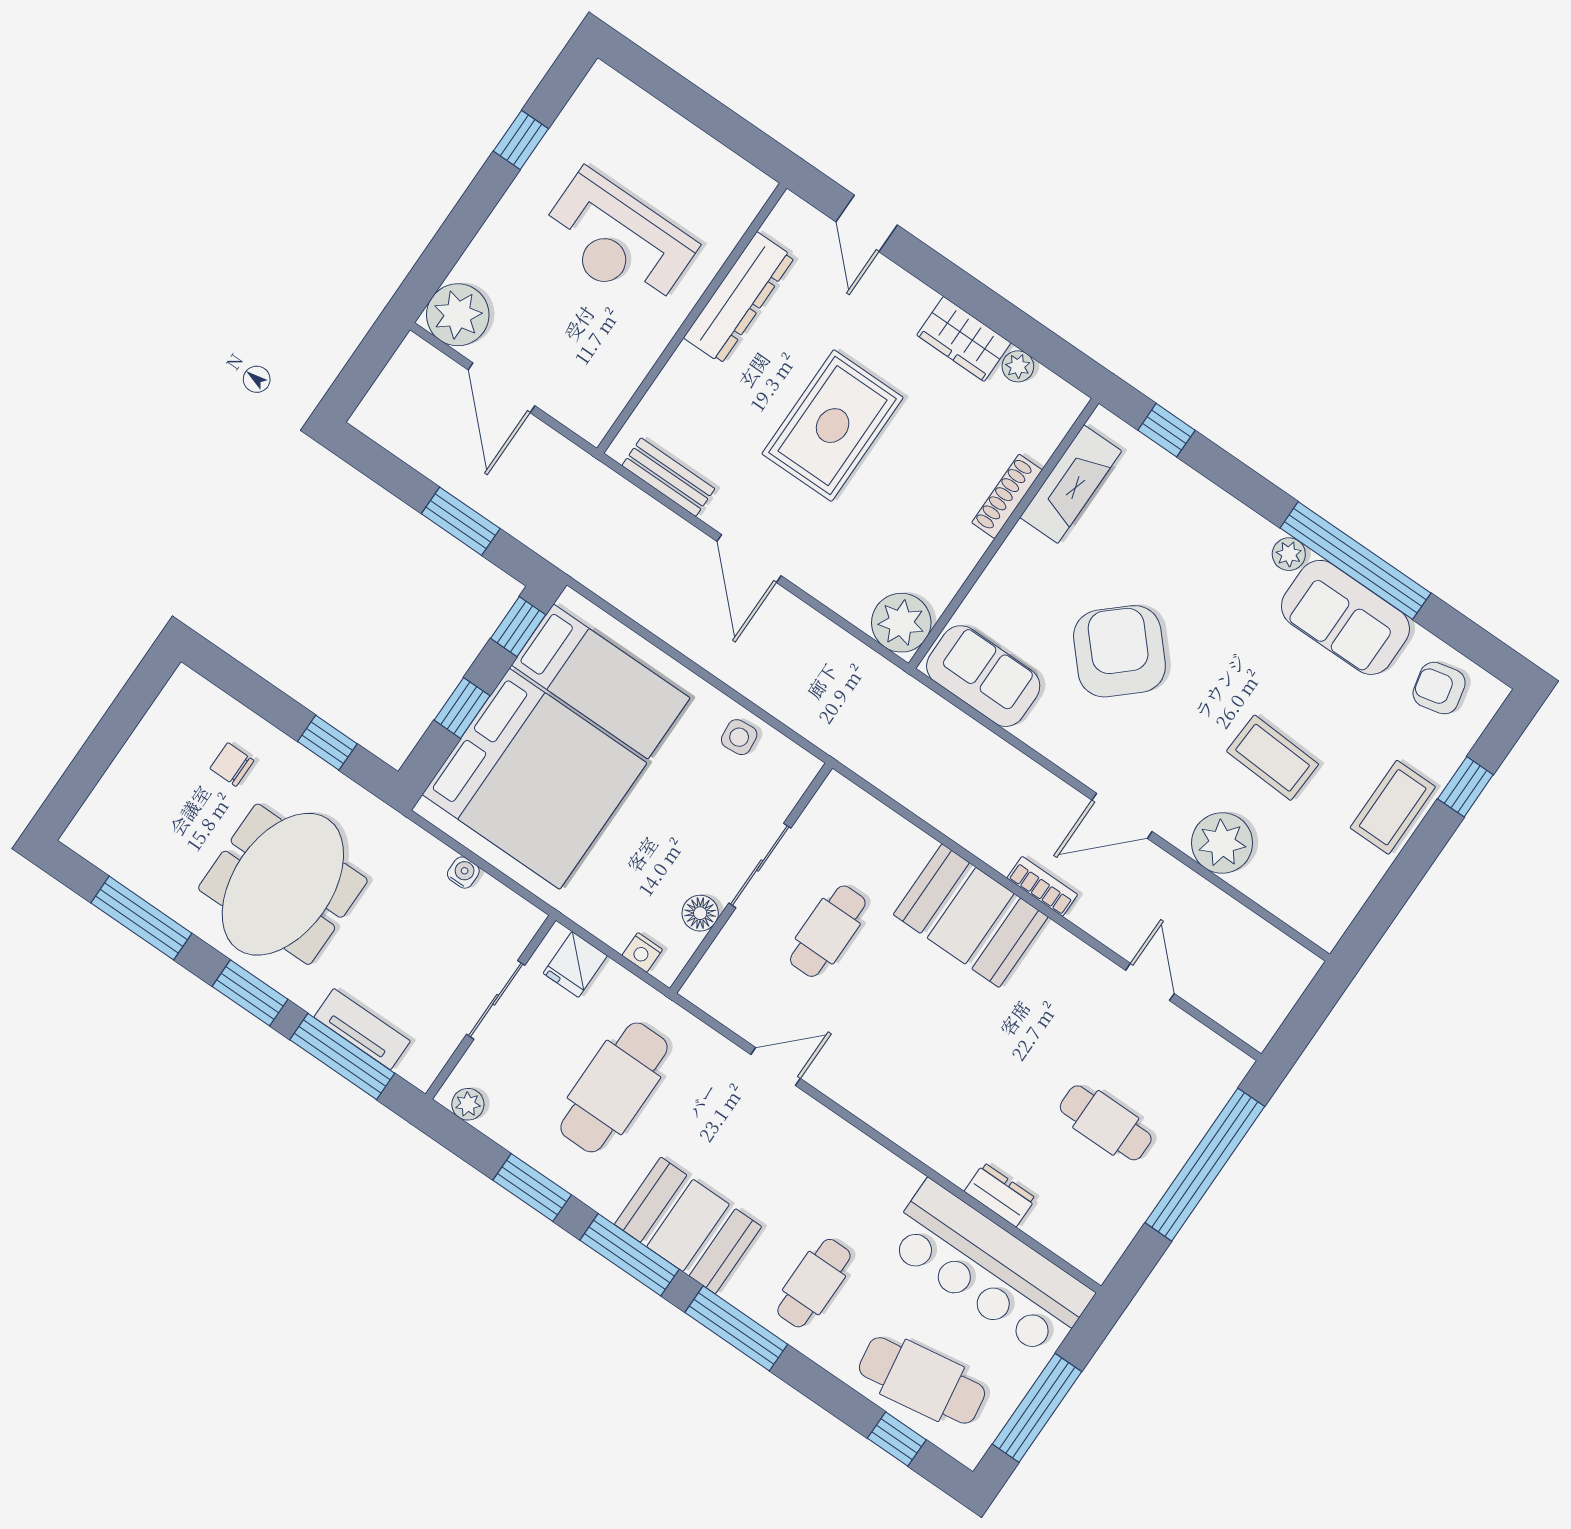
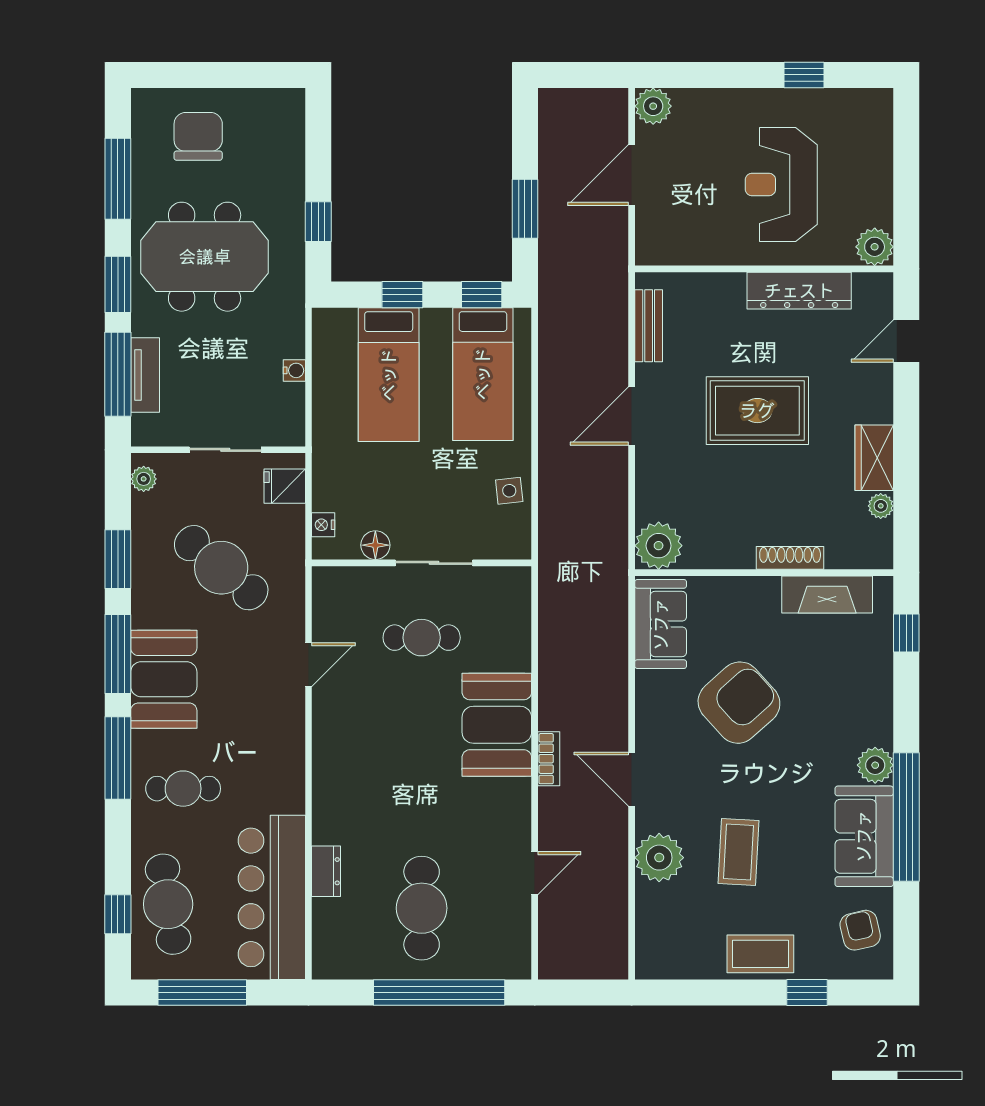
plant: (747, 189) -> (875, 247), added
plant: (458, 315) -> (653, 106), width x0.73, depth x0.73
plant: (1289, 554) -> (875, 765), width x1.38, depth x1.38
chair: (232, 765) -> (198, 136), moved, width x1.87, depth x1.87
bed: (534, 779) -> (389, 375), width x0.49
door: (776, 1067) -> (309, 665), hinge flipped
cafe table: (614, 1087) -> (221, 568), turned 40
cafe table: (1106, 1123) -> (422, 908), width x1.37, depth x1.35

